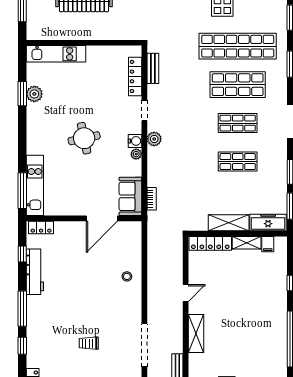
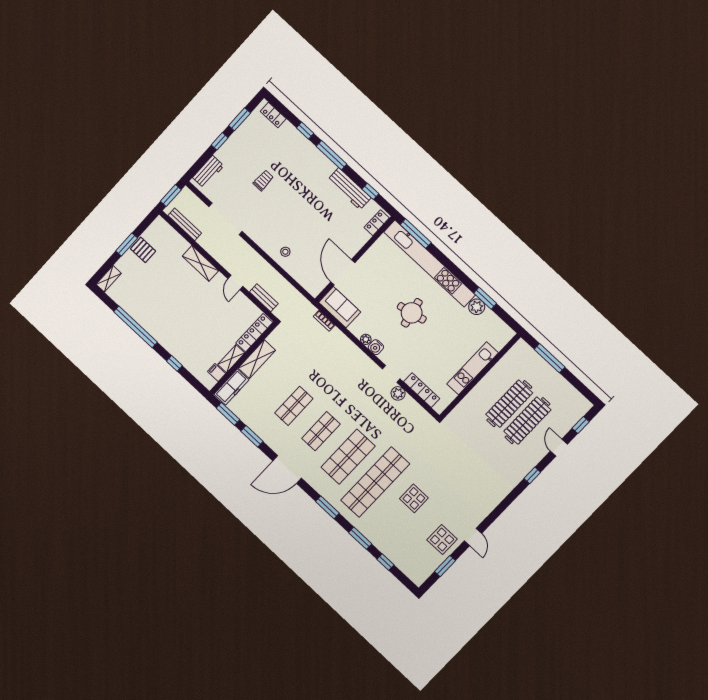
kitchen unit: (56, 54) -> (473, 368), moved
bench: (153, 68) -> (264, 298), moved
plant: (154, 139) -> (398, 393), moved
kitchen unit: (35, 185) -> (429, 263), width x1.86

